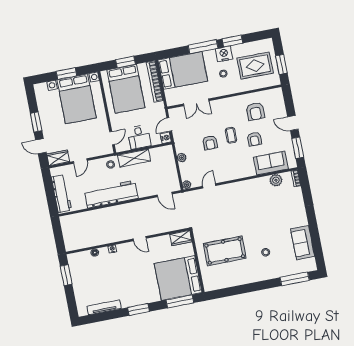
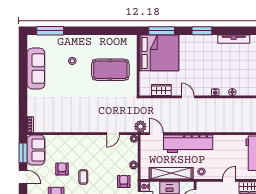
armchair: (210, 143) -> (124, 182), moved
shelving: (134, 158) -> (171, 173), width x1.47
sofa: (271, 163) -> (36, 150), moved, turned -90
plant: (276, 180) -> (140, 127), moved
workbench: (111, 194) -> (188, 144), moved
wardrobe: (181, 238) -> (161, 90), moved
sofa: (303, 243) -> (36, 69), width x1.36

